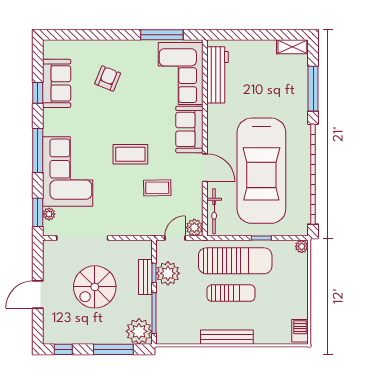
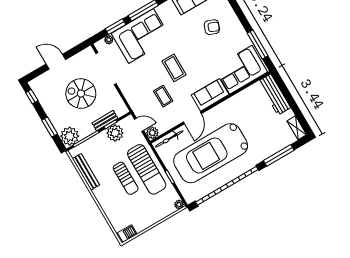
workbench: (218, 75) -> (274, 94), moved, turned 90
window: (38, 212) -> (115, 27), moved
bench: (227, 337) -> (86, 172), moved
window: (113, 349) -> (50, 127), width x0.69

